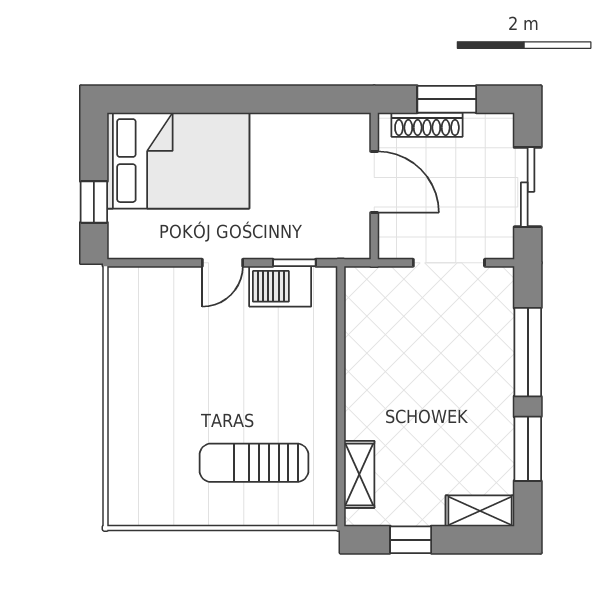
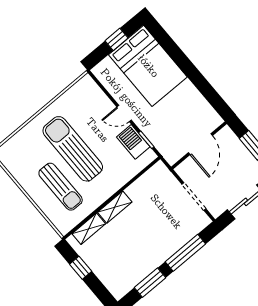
shoe rack: (427, 125) -> (238, 146), removed
window: (94, 202) -> (116, 39), moved
sun lounger: (210, 392) -> (73, 149), added
sun lounger: (254, 463) -> (61, 187), turned 180
shelving: (480, 511) -> (115, 207), moved, turned 90

